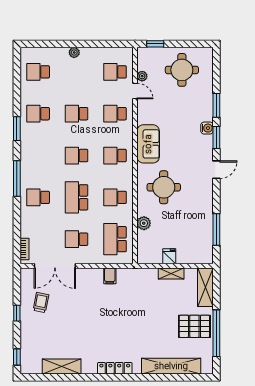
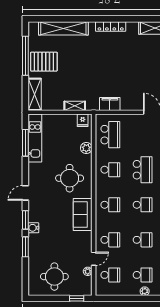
door: (135, 91) -> (94, 259), swing flipped
kitchen unit: (205, 235) -> (35, 138), added
school desk: (77, 239) -> (143, 275), moved
fridge: (169, 256) -> (83, 120), moved
shelving: (171, 274) -> (75, 106), moved
filing cabinet: (110, 276) -> (110, 104), width x2.00

